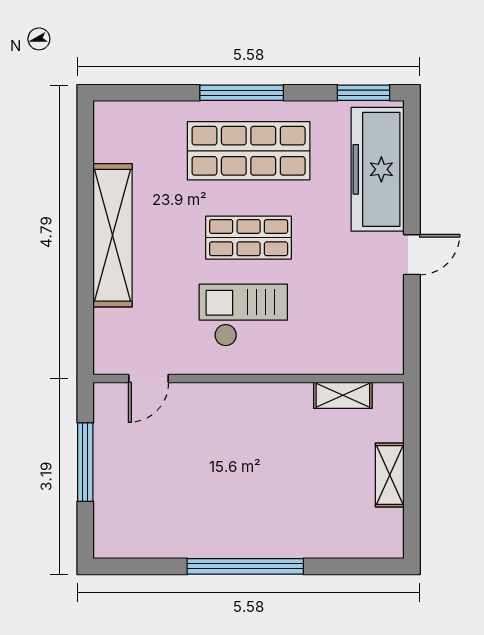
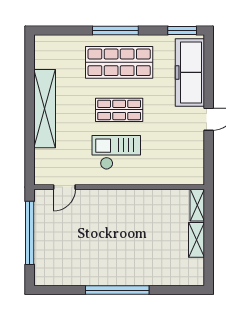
shelving: (343, 395) -> (197, 205), moved, turned 90
window: (85, 462) -> (30, 233), width x1.46

